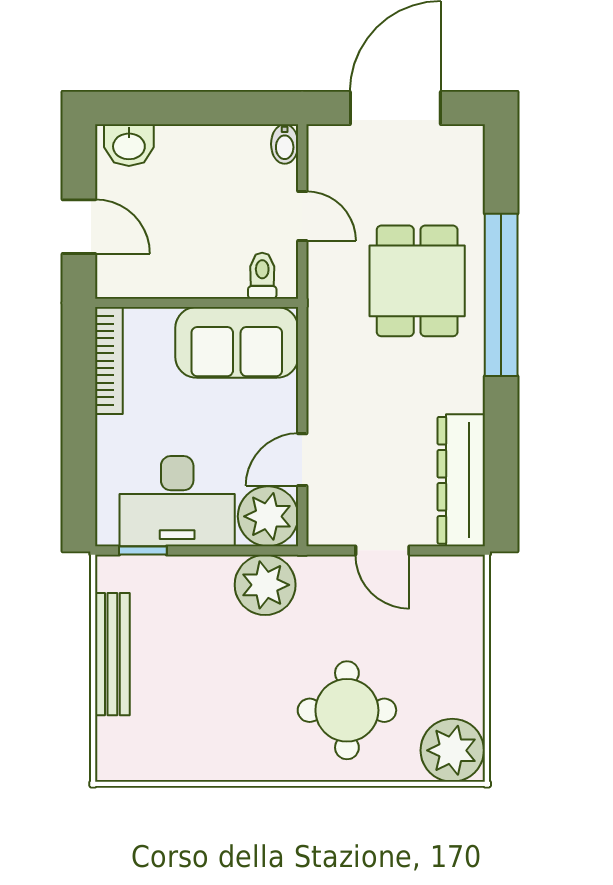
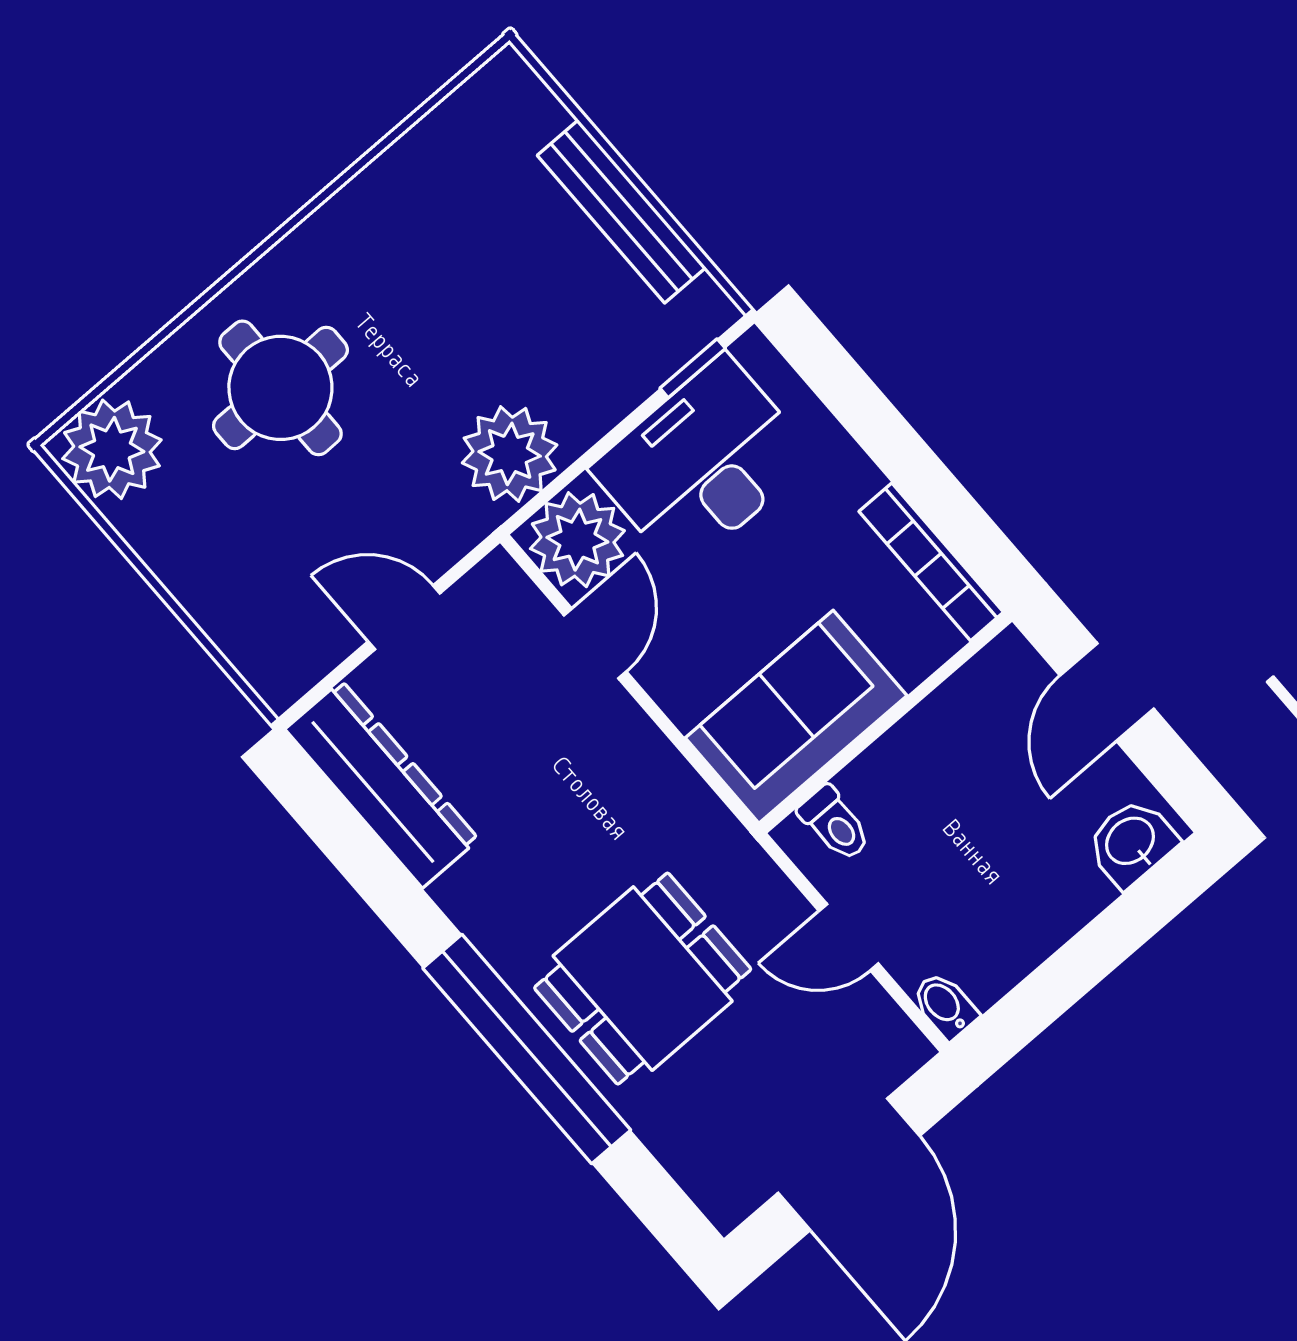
door: (79, 227) -> (1107, 692), hinge flipped
dining table: (417, 281) -> (643, 979), turned 90

